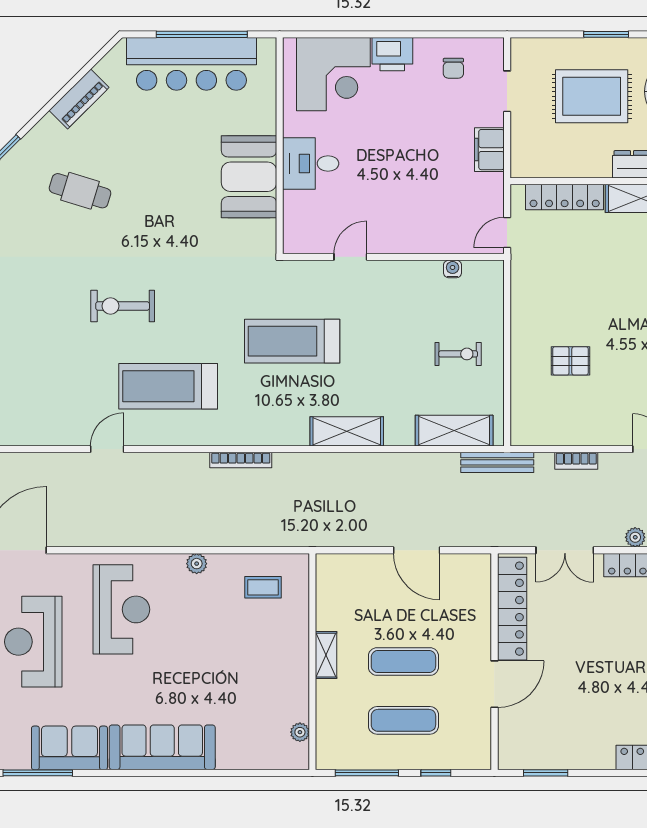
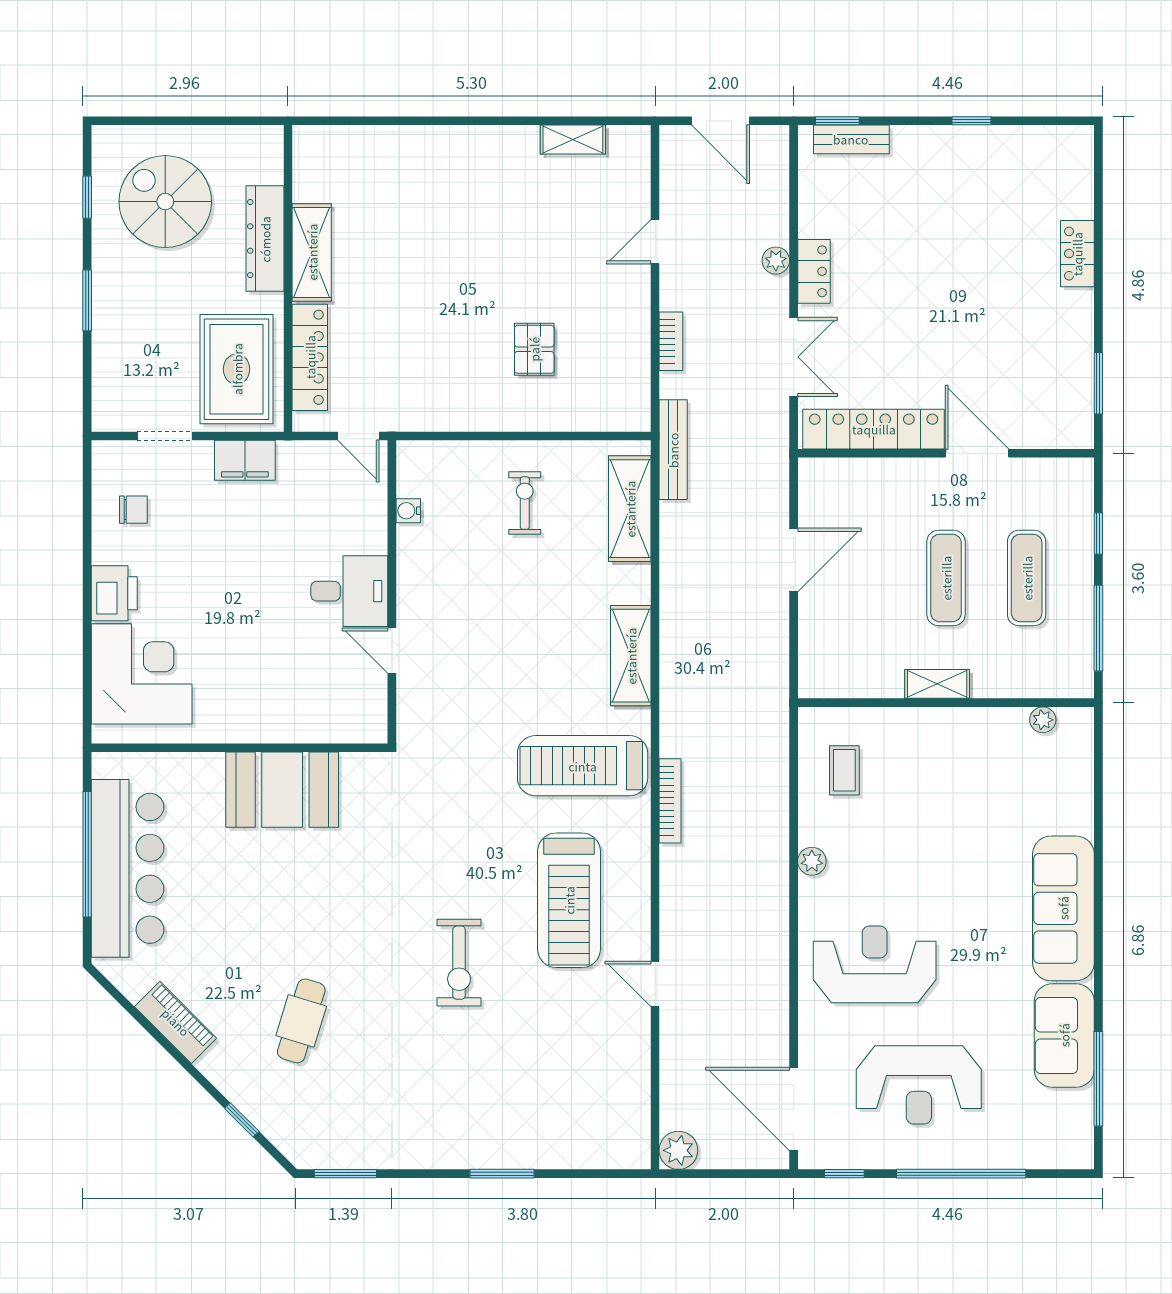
rug: (592, 96) -> (237, 369), moved
desk: (311, 163) -> (349, 591), moved, turned -90
treadmill: (292, 341) -> (583, 766), moved, turned 90

